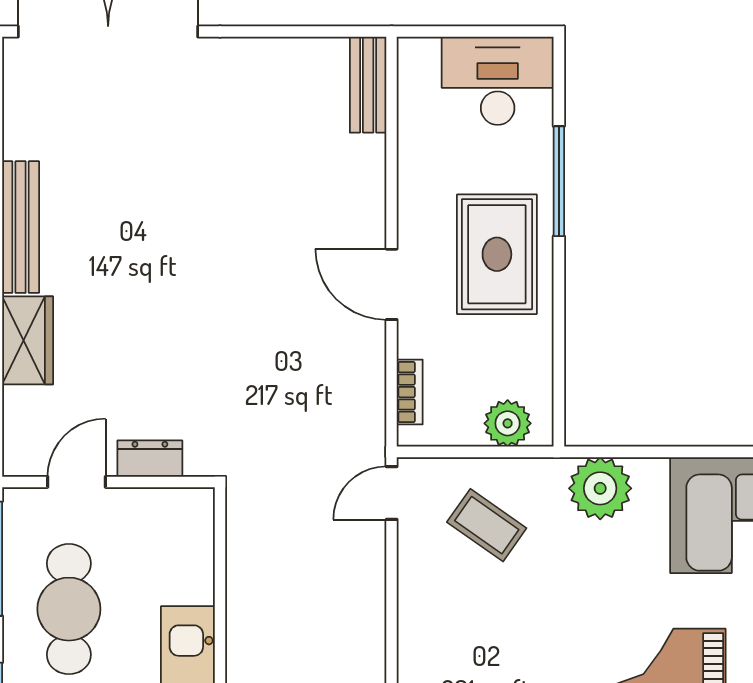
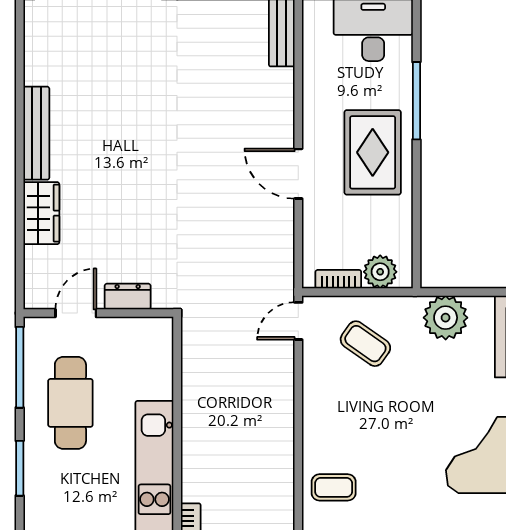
bookcase: (410, 392) -> (338, 279), moved, turned -90

